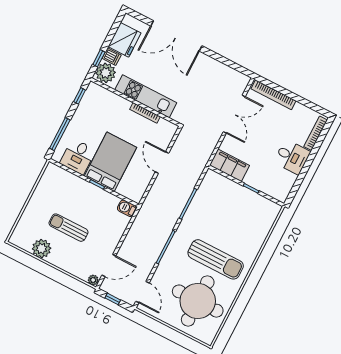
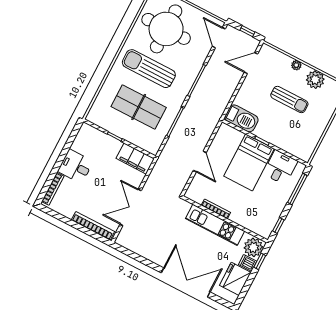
barbecue: (127, 208) -> (242, 118), width x1.88, depth x1.53
table tennis table: (226, 219) -> (139, 107), added
plant: (93, 280) -> (296, 65), moved

